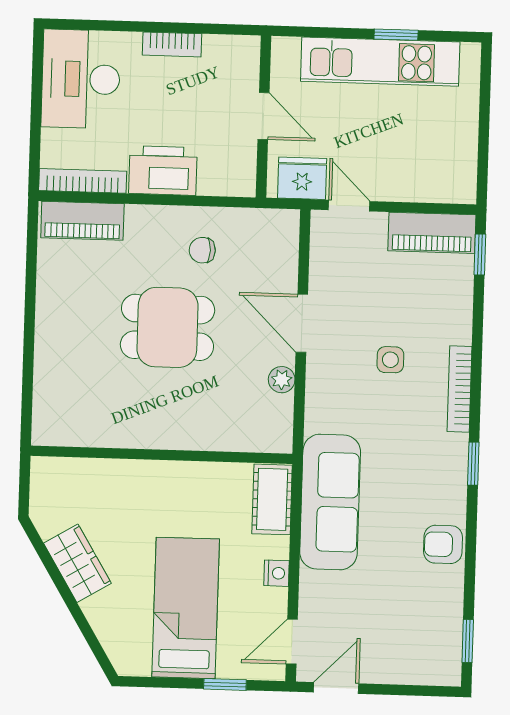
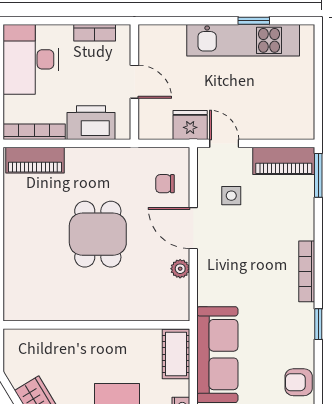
door: (264, 116) -> (134, 82), moved
wall: (263, 117) -> (134, 82), moved
chair: (202, 250) -> (165, 184), moved
window: (480, 255) -> (318, 175), width x1.50
dining table: (168, 327) -> (98, 234), turned 90
side table: (390, 360) -> (231, 196), moved

